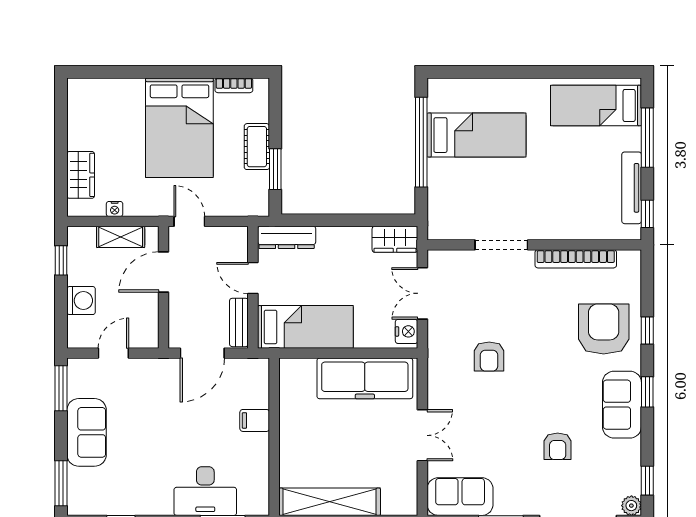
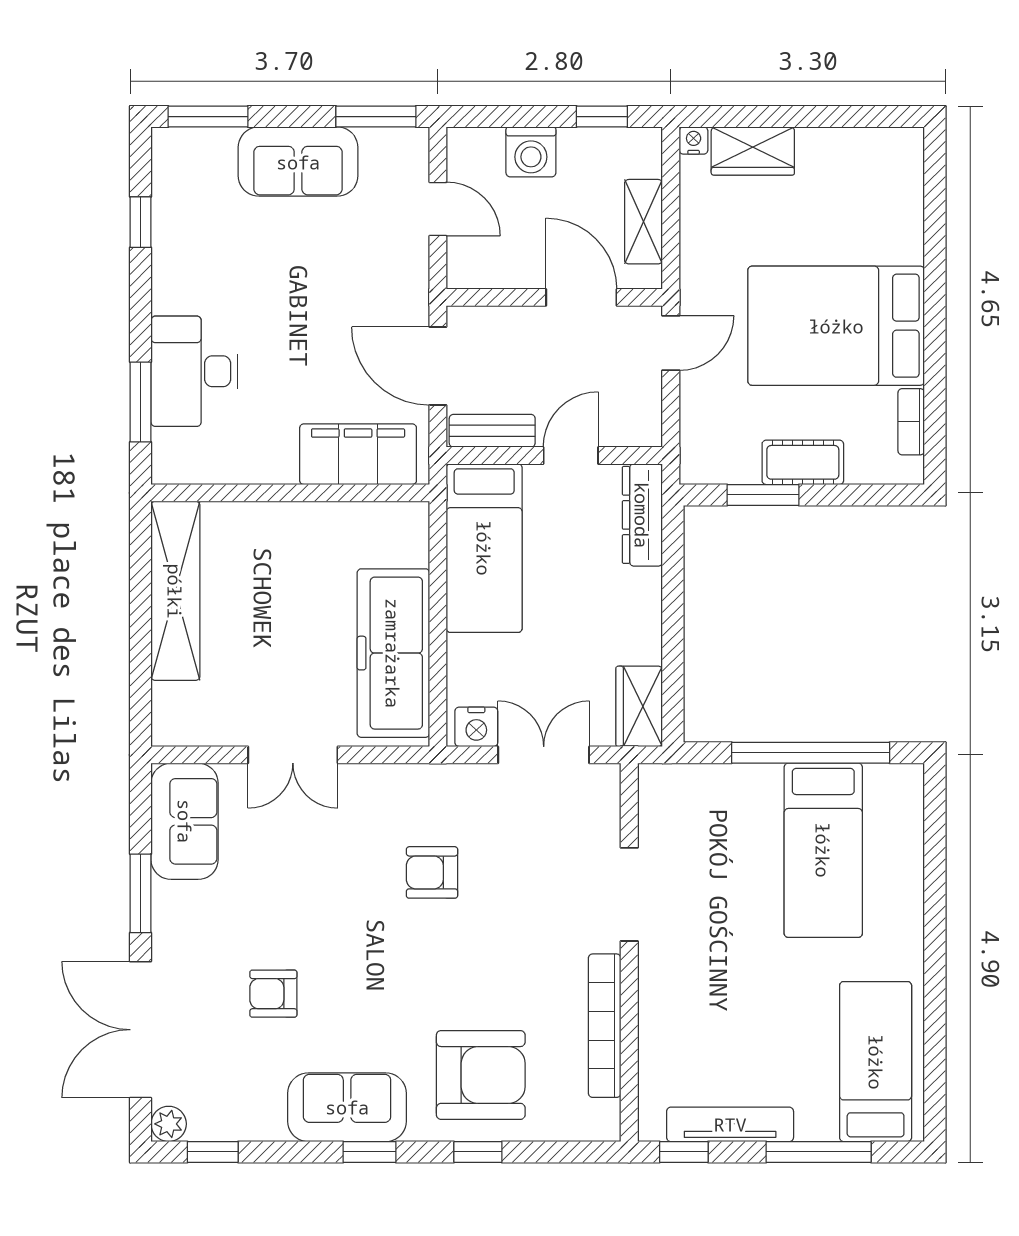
nightstand: (115, 209) -> (694, 141), moved, turned 90
filing cabinet: (255, 420) -> (358, 454), width x3.00, depth x1.17

